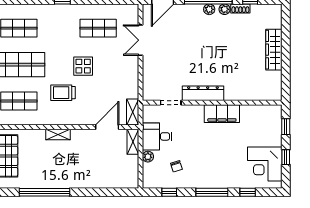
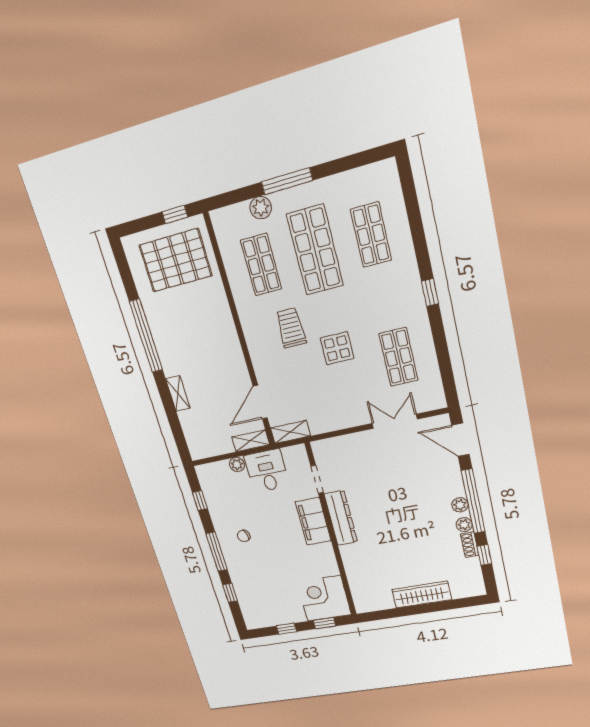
filing cabinet: (222, 114) -> (313, 521), moved
door: (107, 127) -> (260, 402), swing flipped
shelving: (58, 135) -> (178, 393), moved
corner desk: (265, 164) -> (324, 598), moved
chair: (176, 166) -> (244, 536), moved

